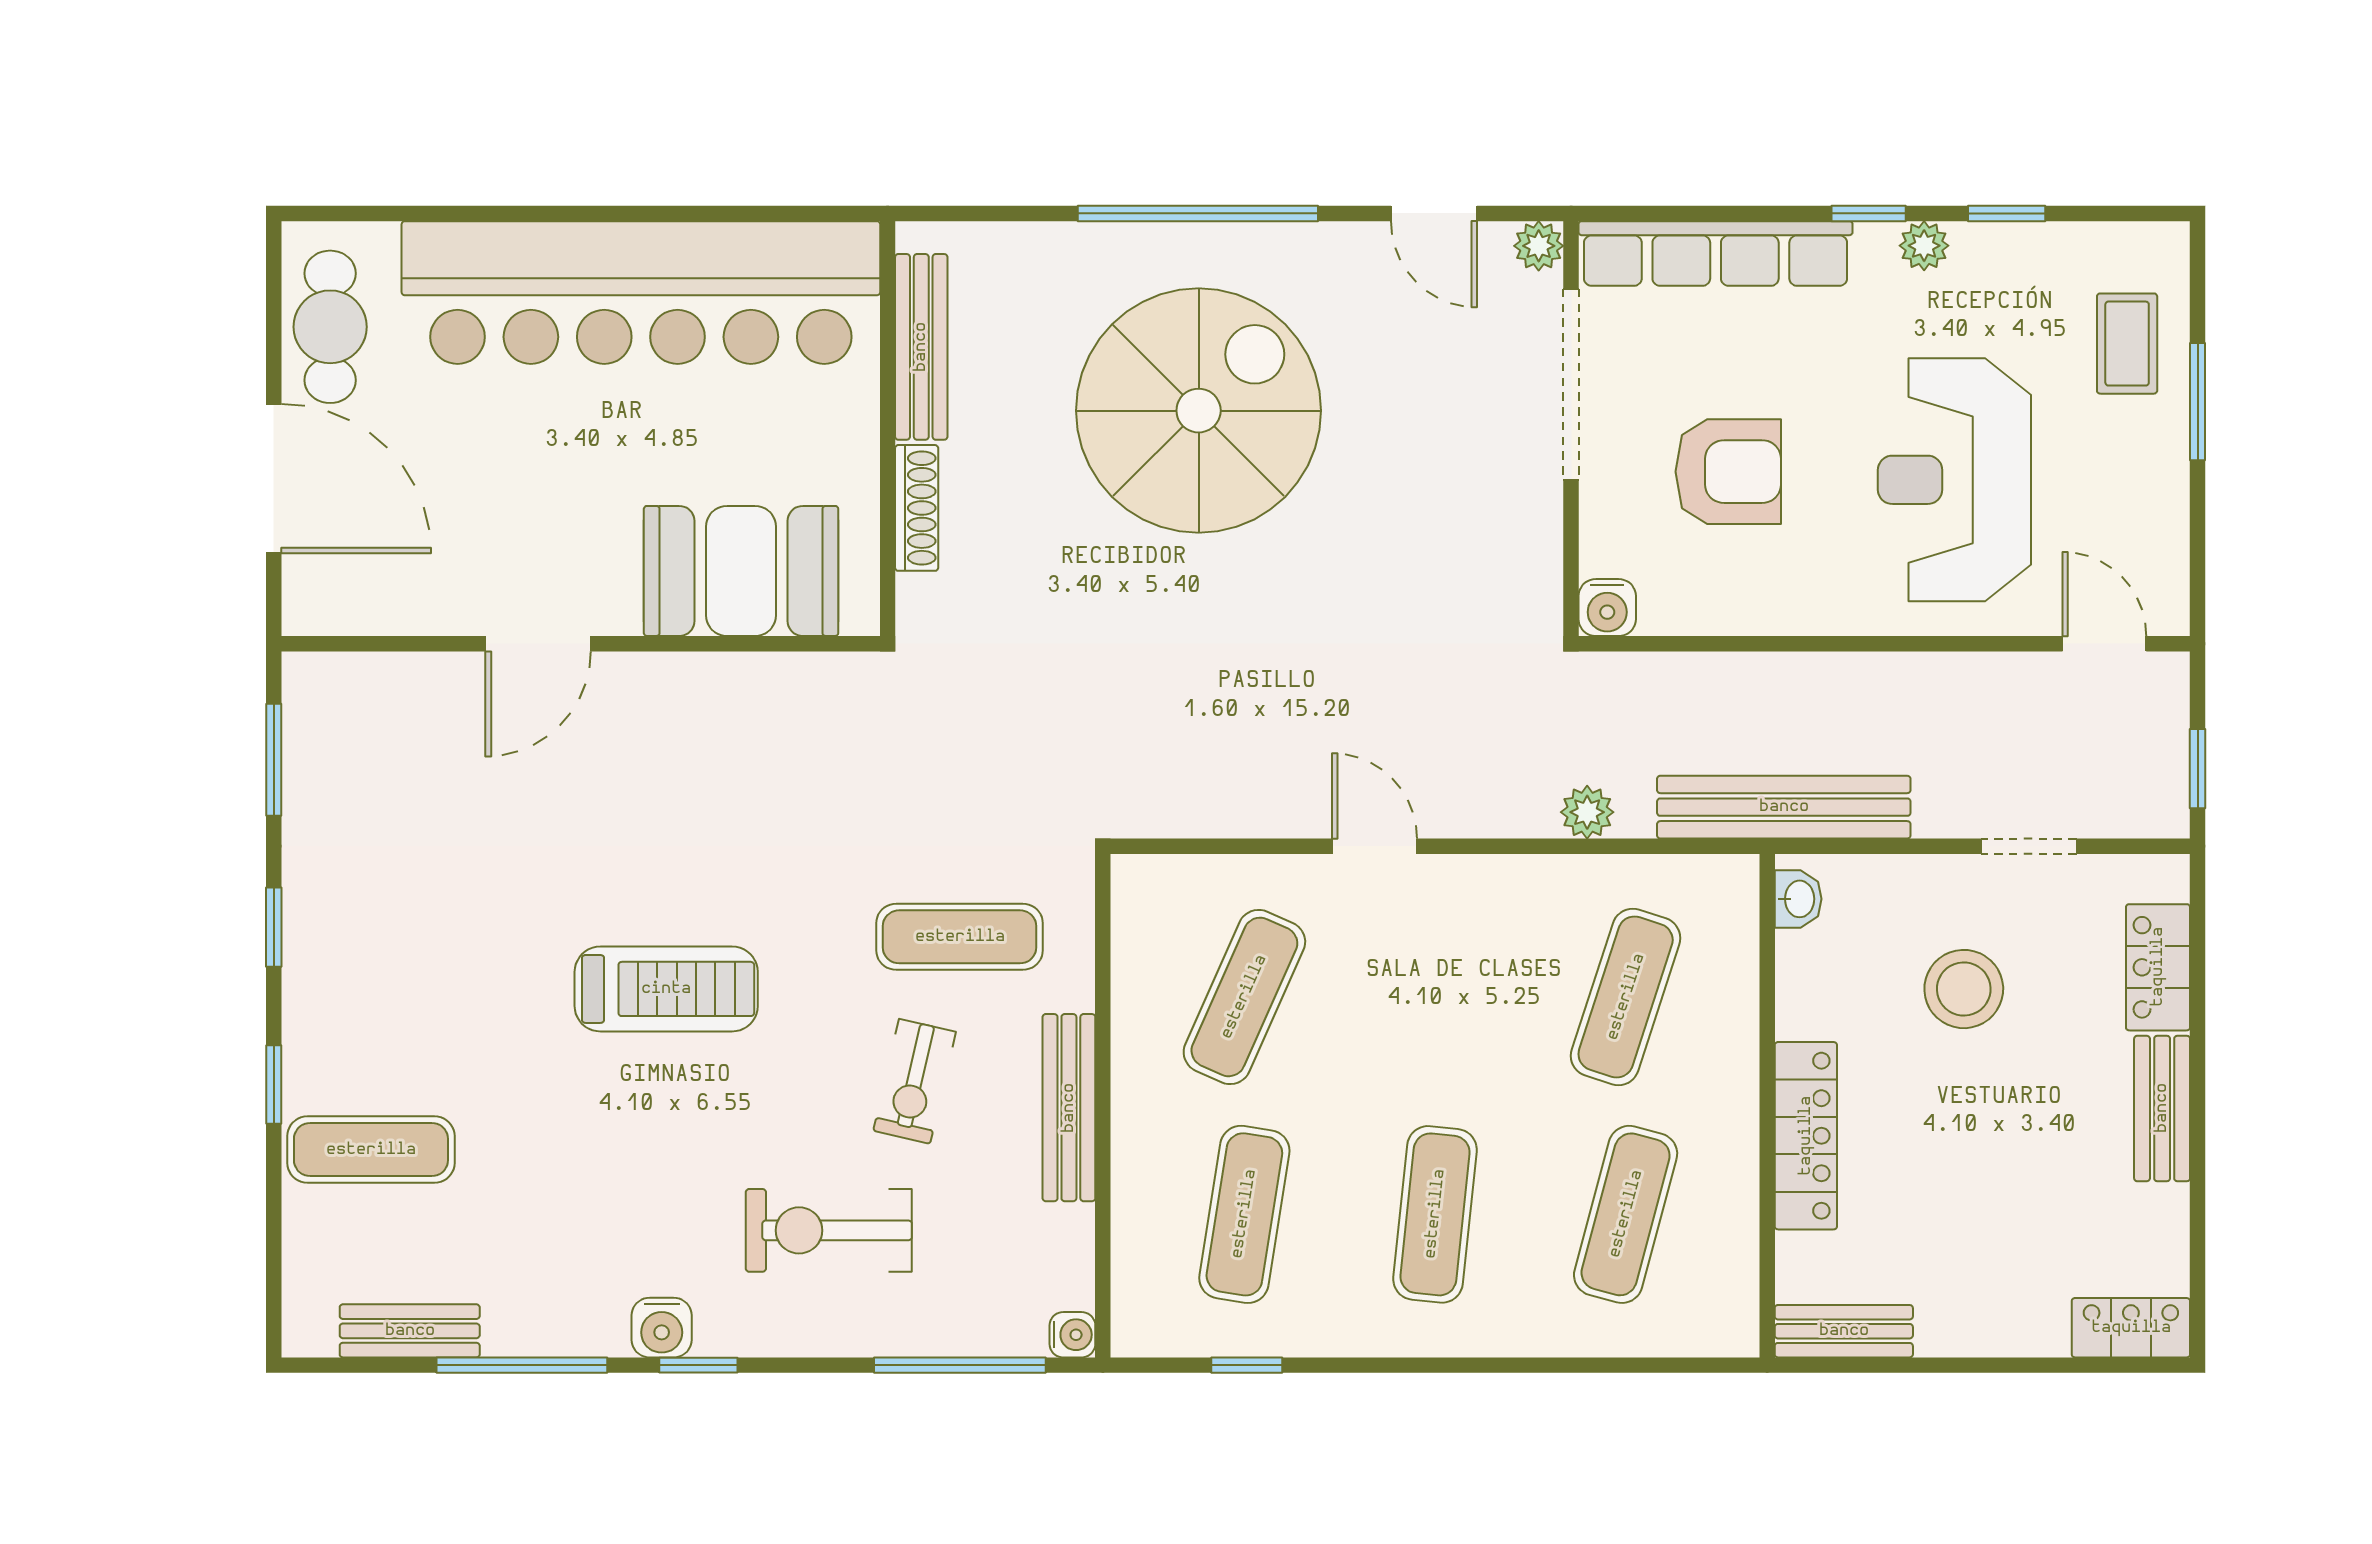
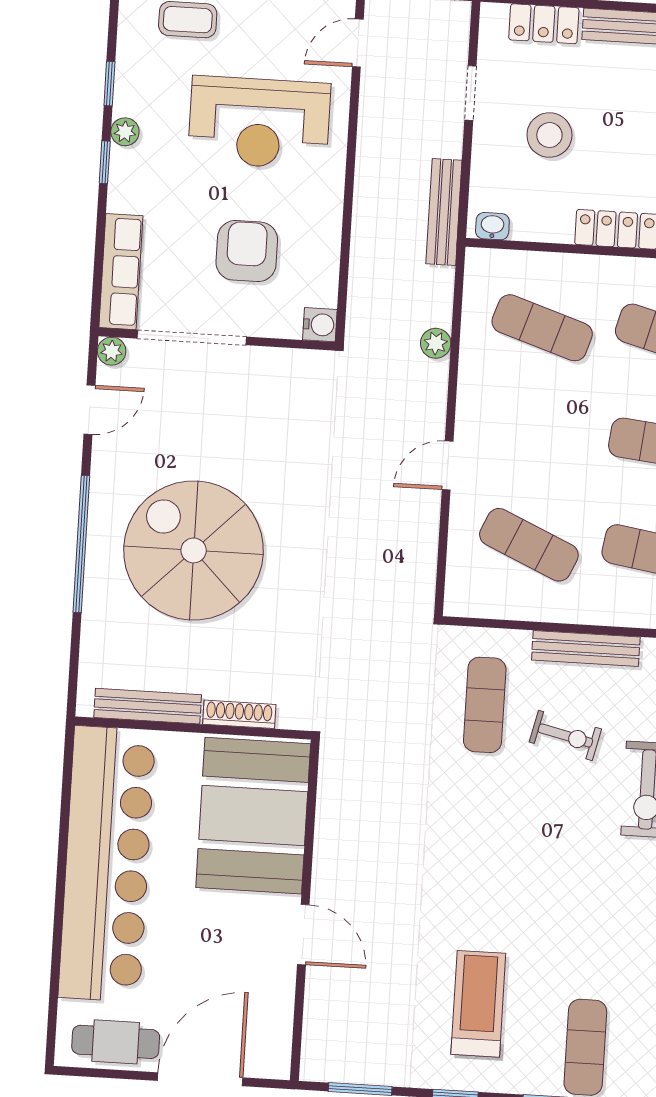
row of seats: (1716, 253) -> (121, 272), width x0.73
booth: (741, 571) -> (253, 816), width x1.36, depth x1.42
bench: (1784, 807) -> (444, 212), width x0.73, depth x0.82
treadmill: (666, 989) -> (478, 1004), moved

